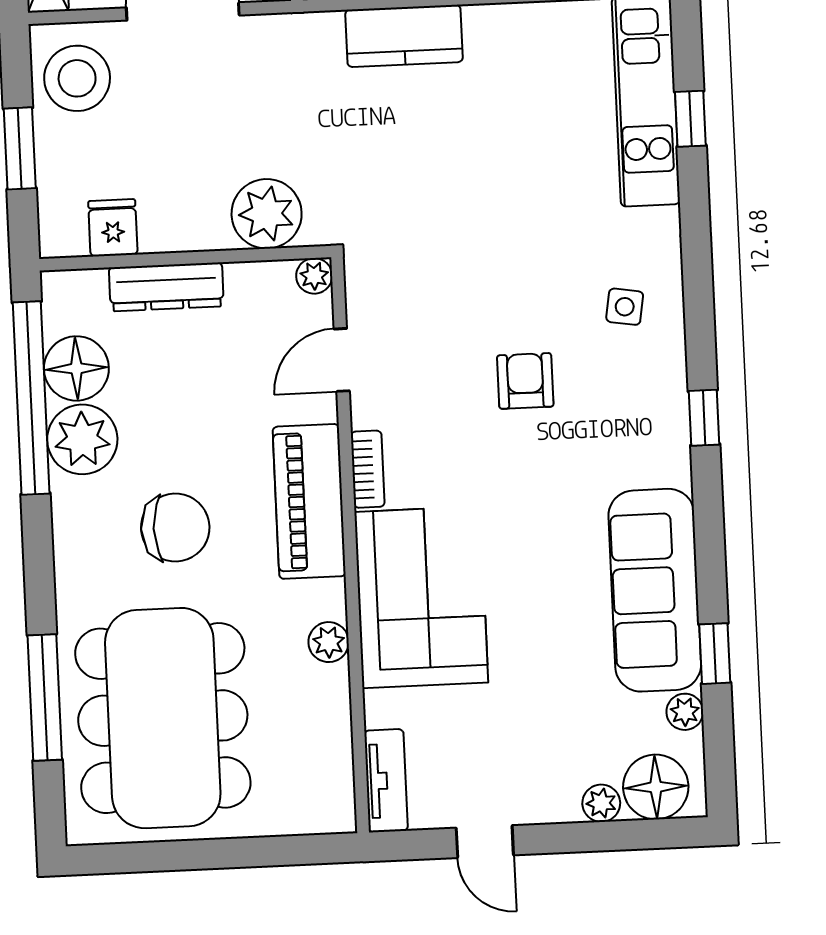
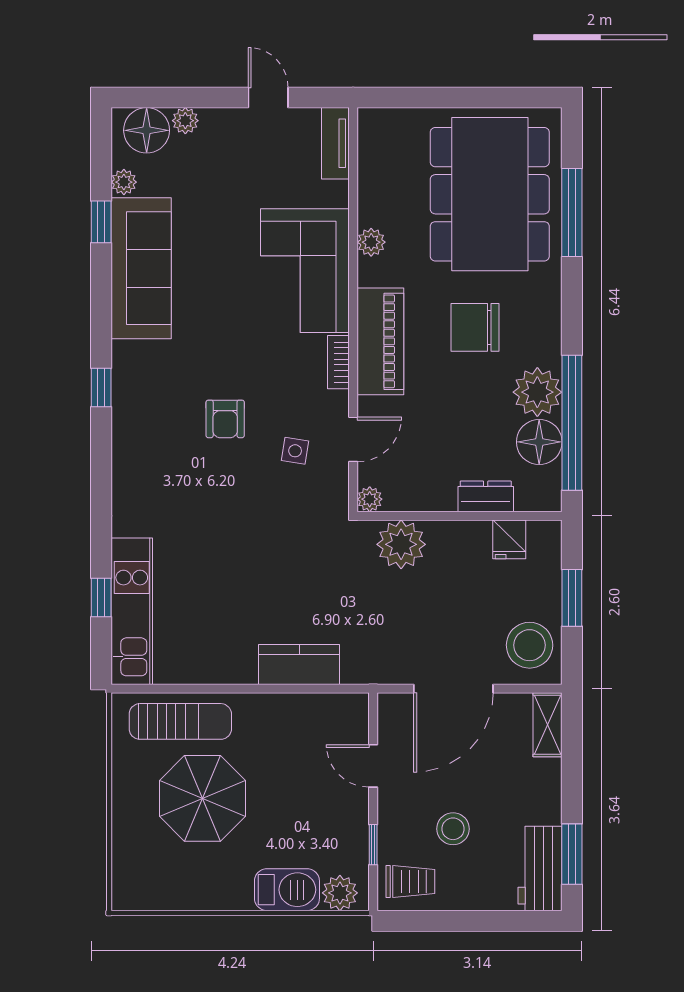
dresser: (166, 287) -> (486, 496), width x0.70
side table: (625, 307) -> (295, 451), moved

